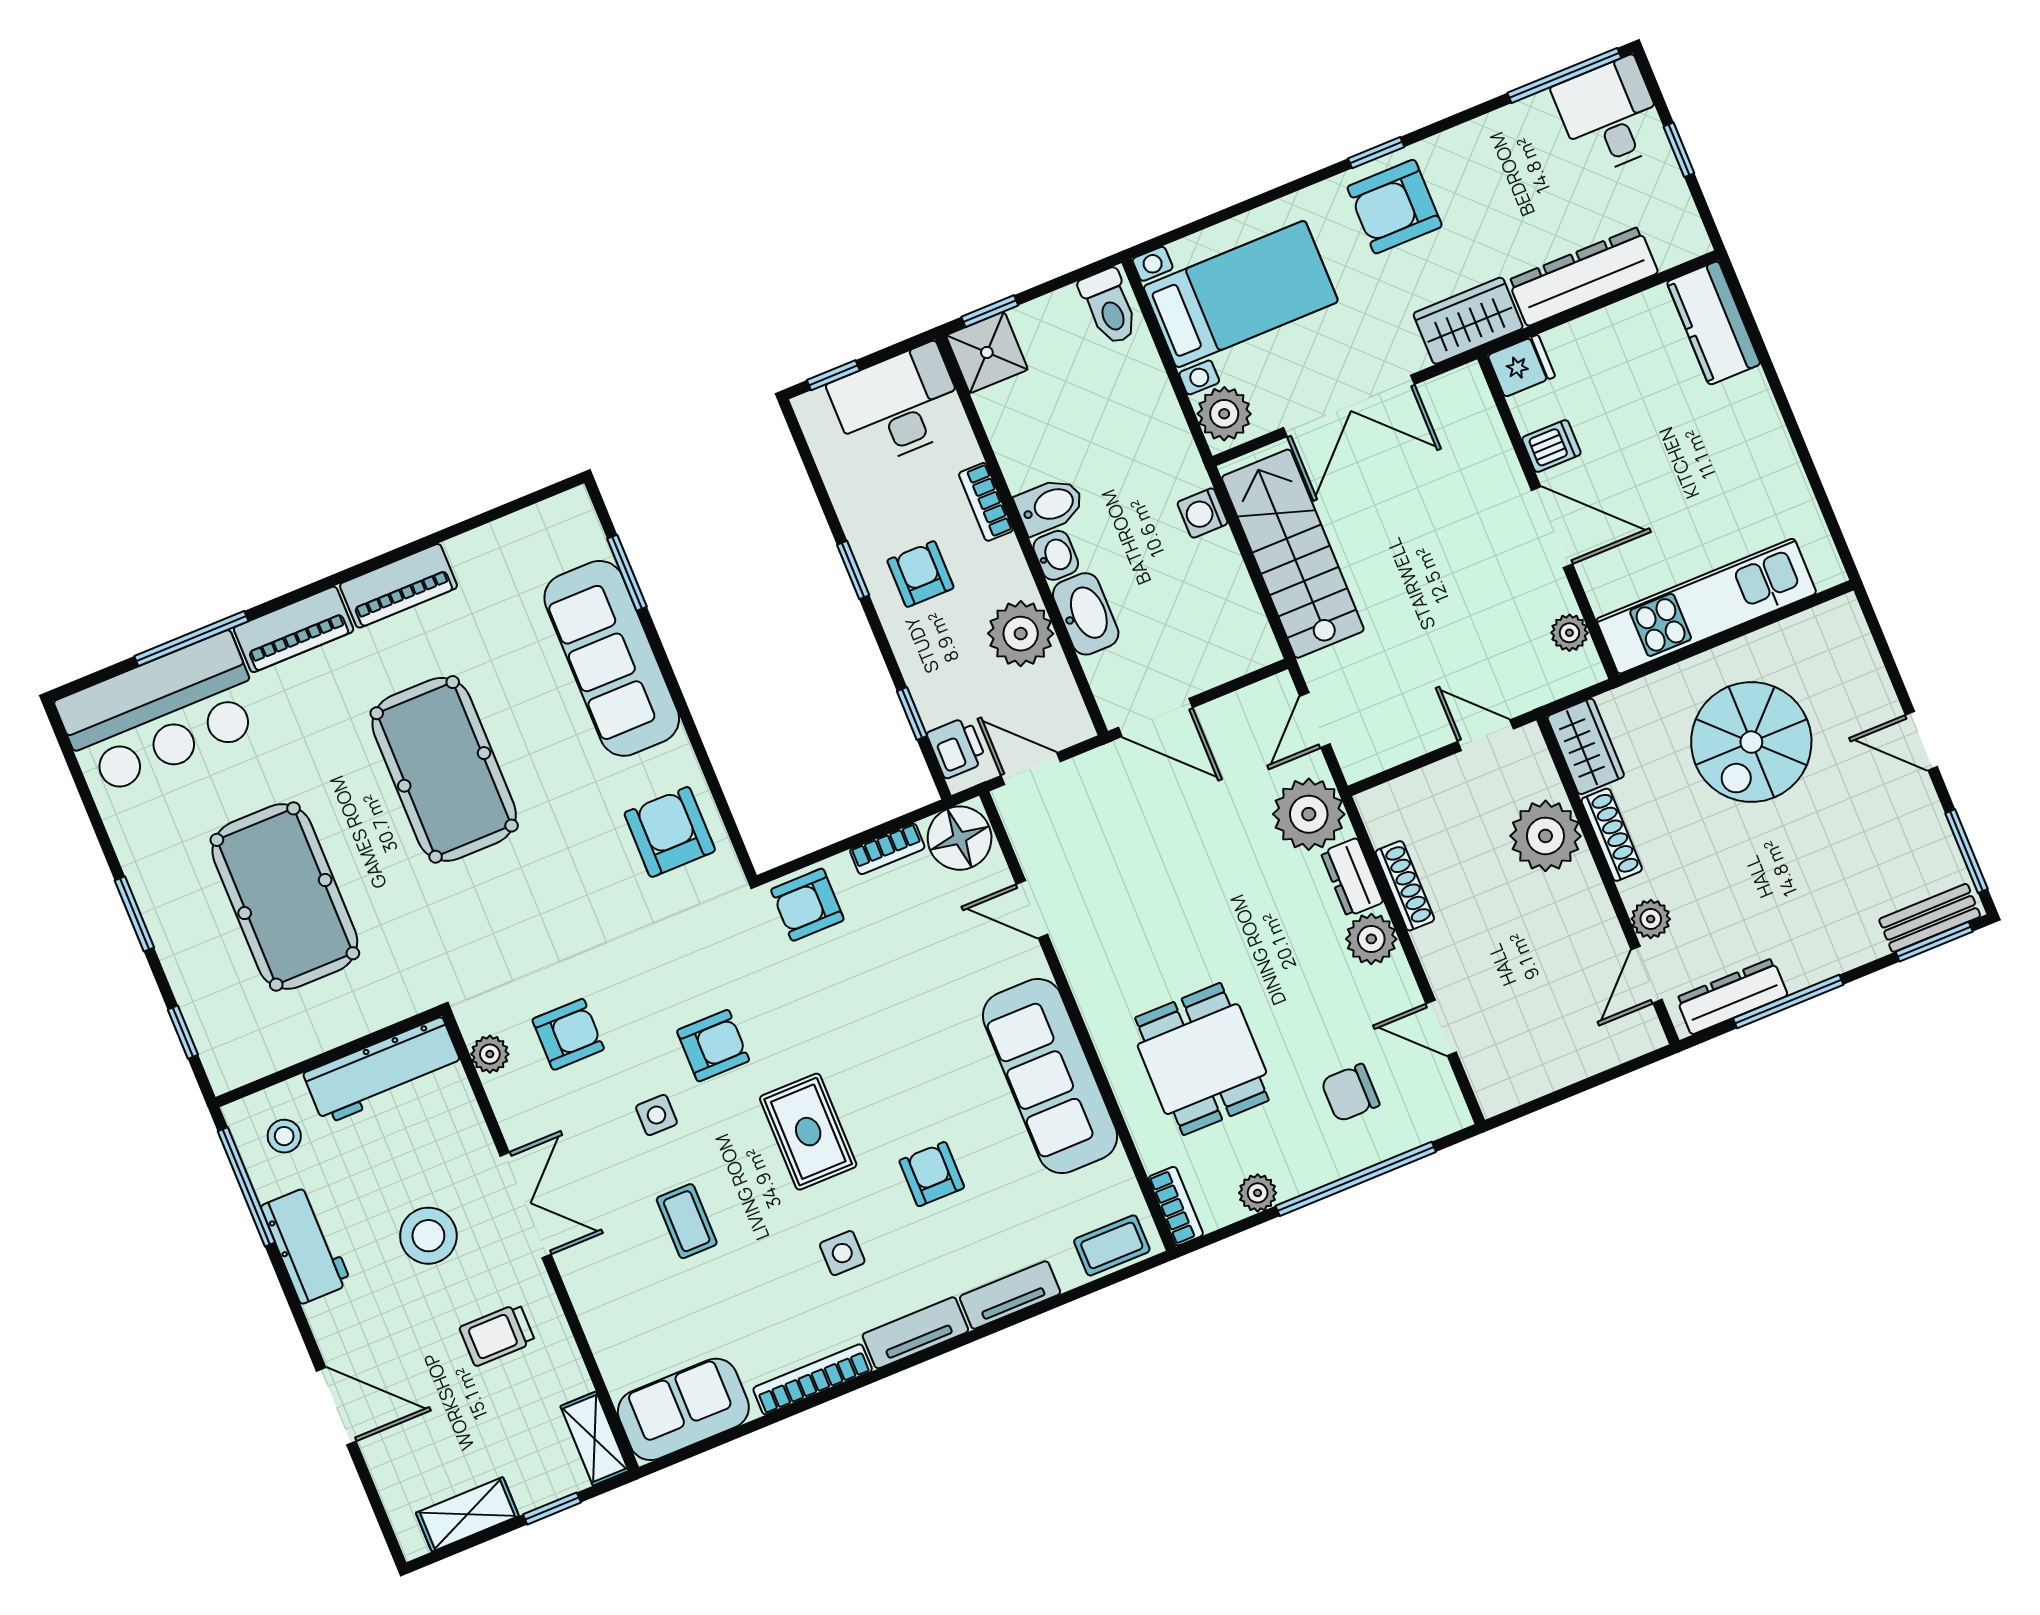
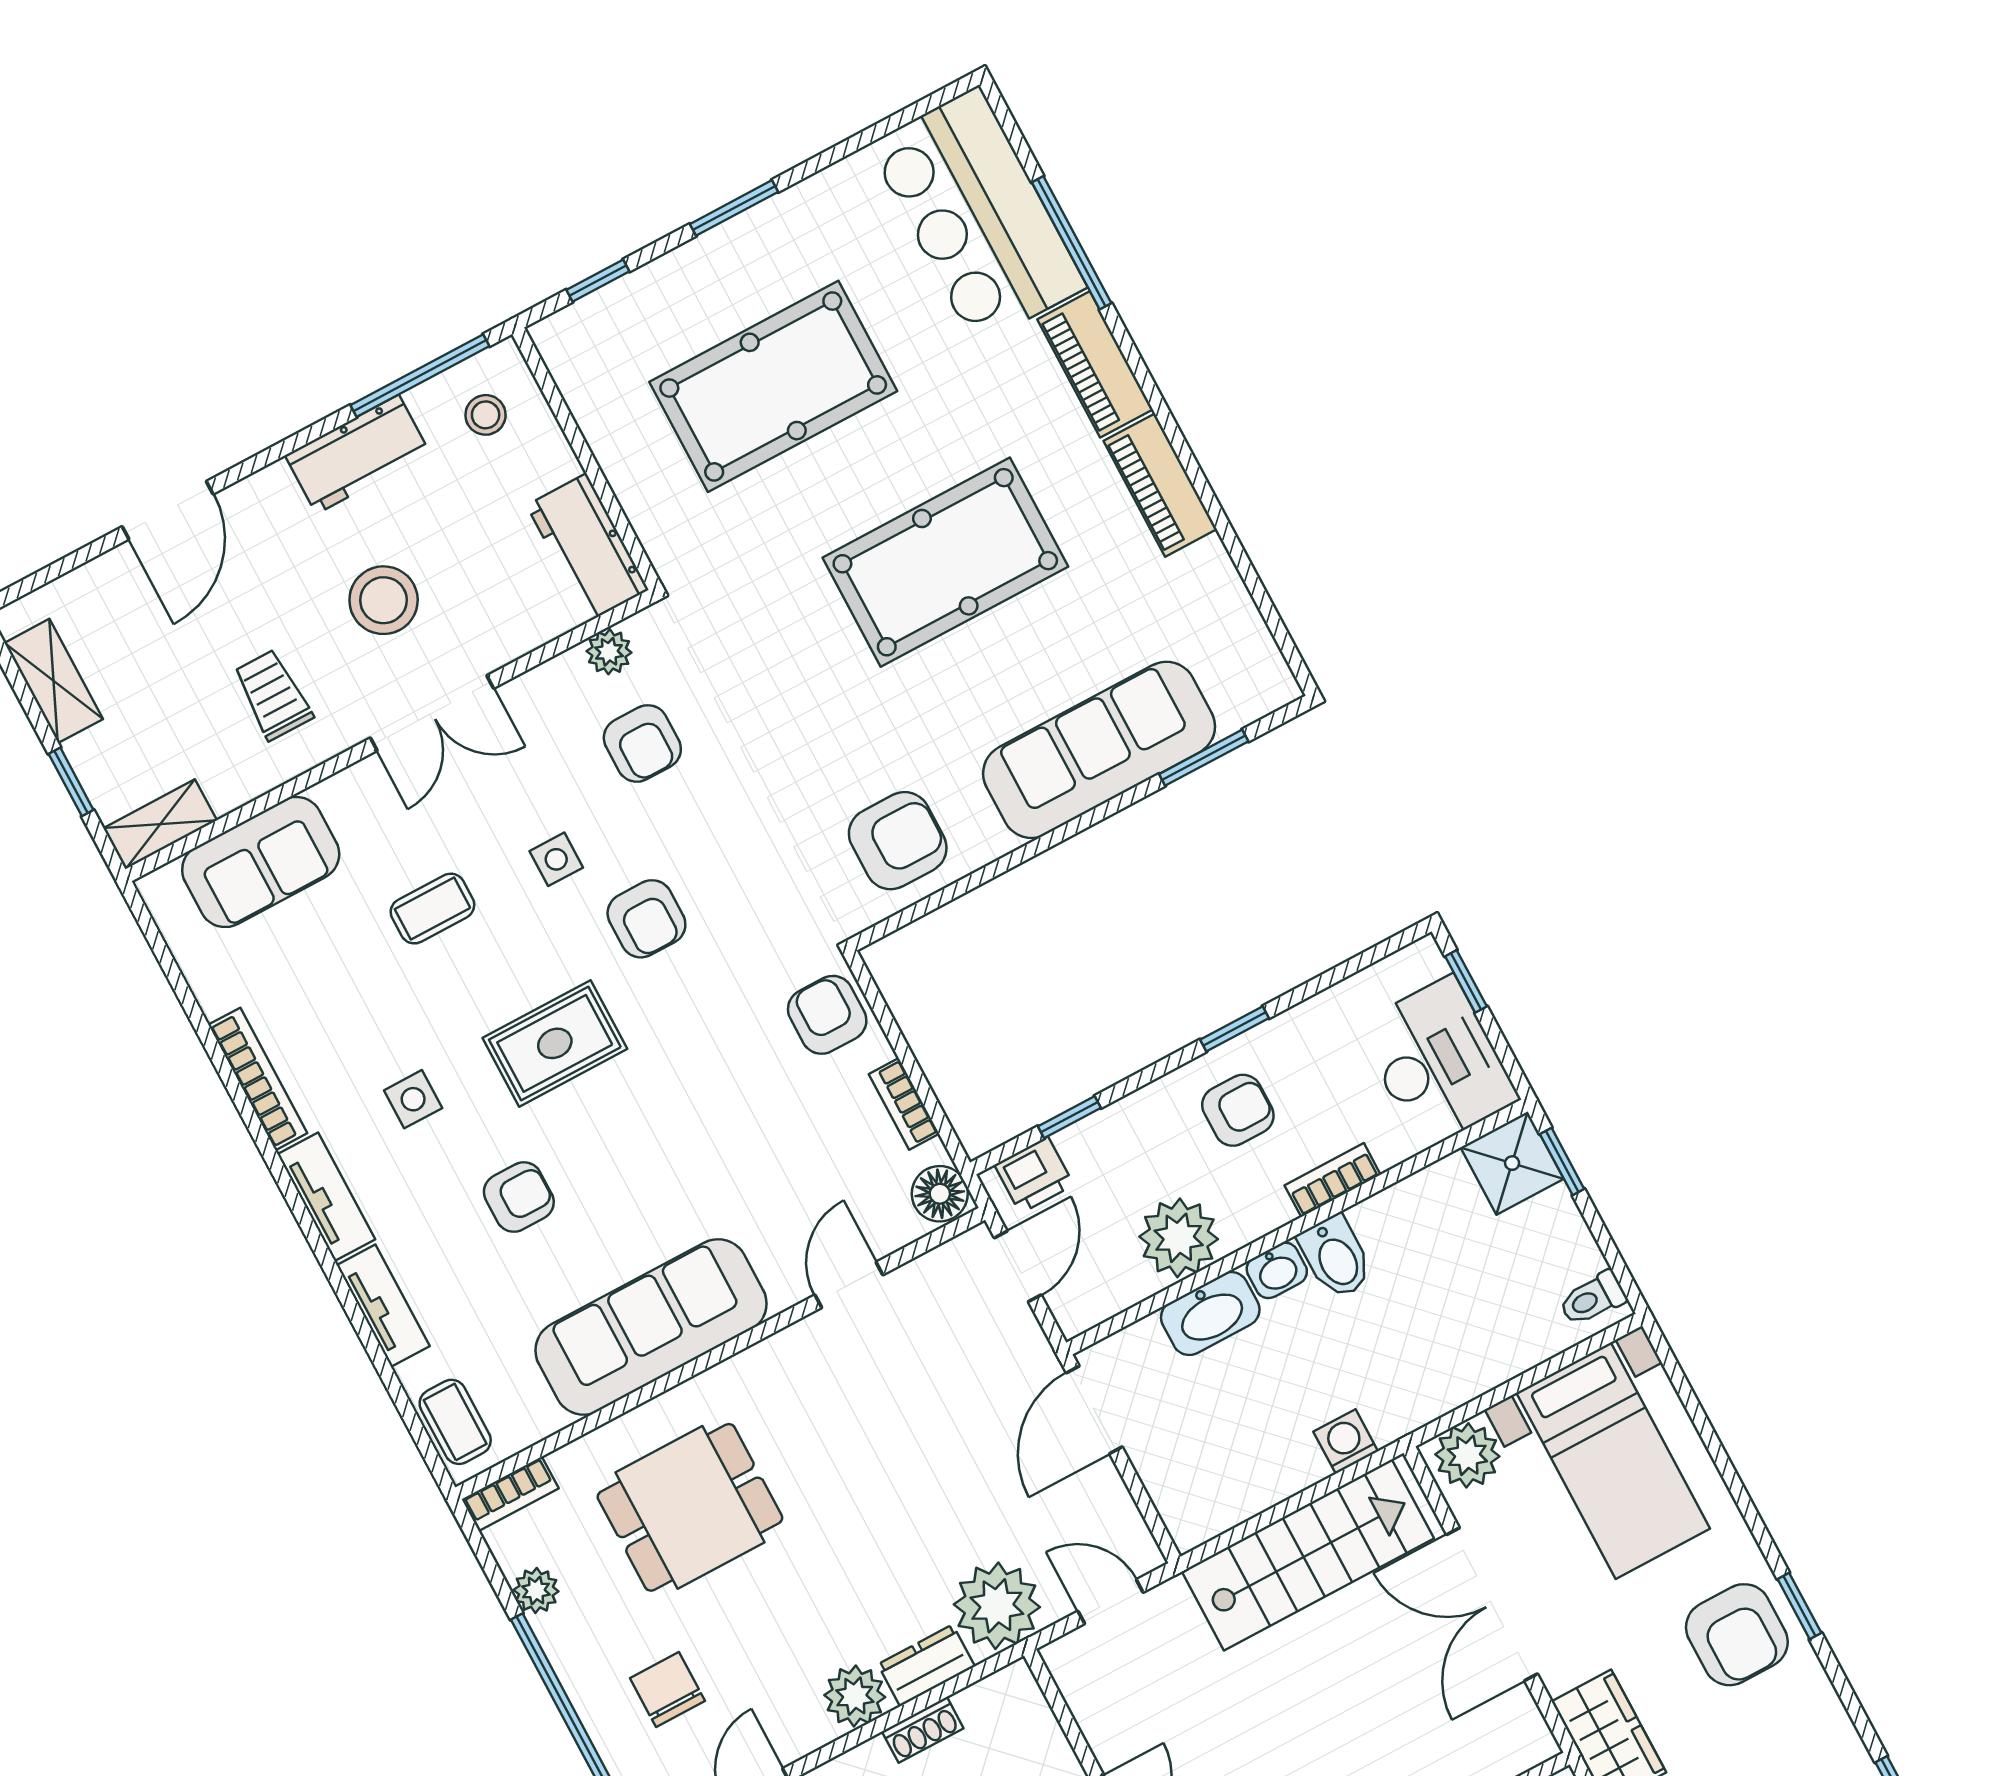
armchair: (1395, 207) -> (1737, 1635), turned 180
toilet: (1109, 307) -> (1593, 1299), width x0.73, depth x0.72
floor lamp: (960, 838) -> (940, 1194), width x0.73, depth x0.73
shoe rack: (1405, 886) -> (923, 1730), width x0.70
workbench: (383, 1071) -> (588, 548), width x0.73
sofa: (683, 1409) -> (261, 862), moved, turned 90

